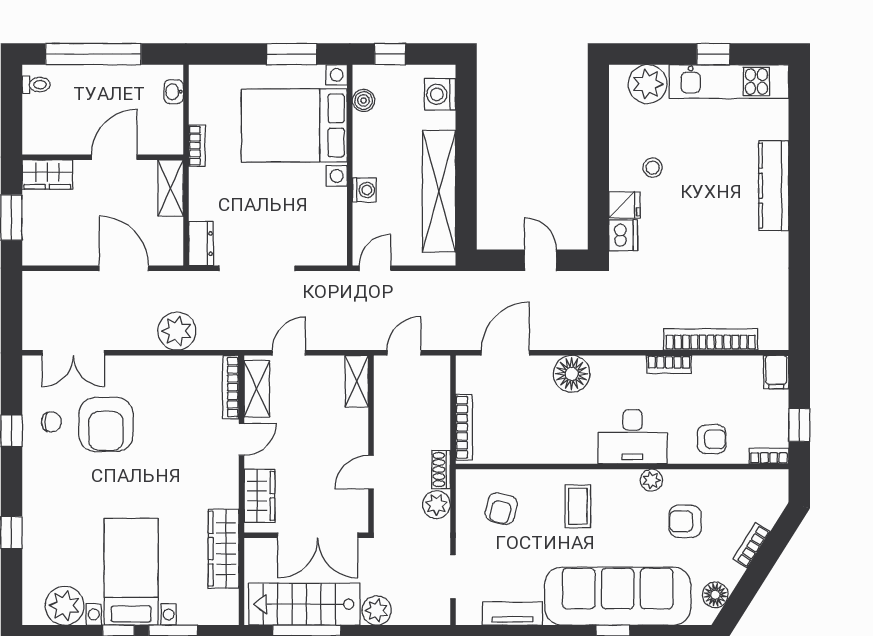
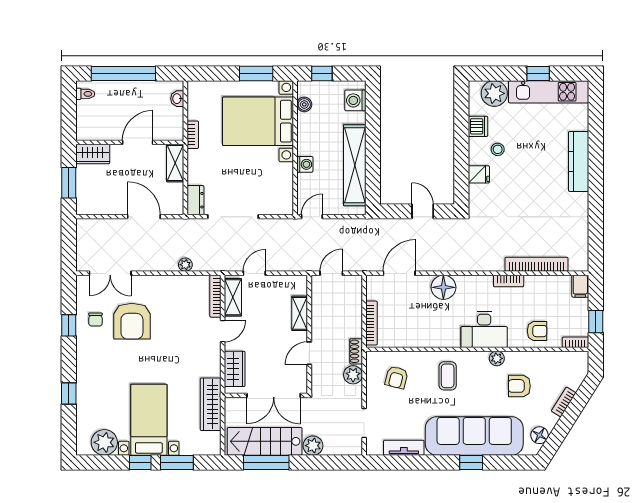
dishwasher: (623, 235) -> (478, 126), moved
plant: (177, 331) -> (185, 265), width x0.53, depth x0.53
shelving: (357, 381) -> (300, 313), moved
chair: (51, 422) -> (95, 320), turned 90

